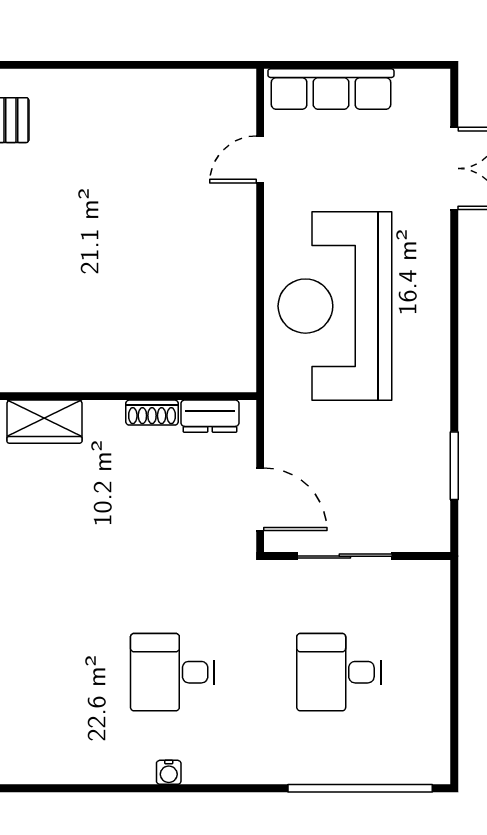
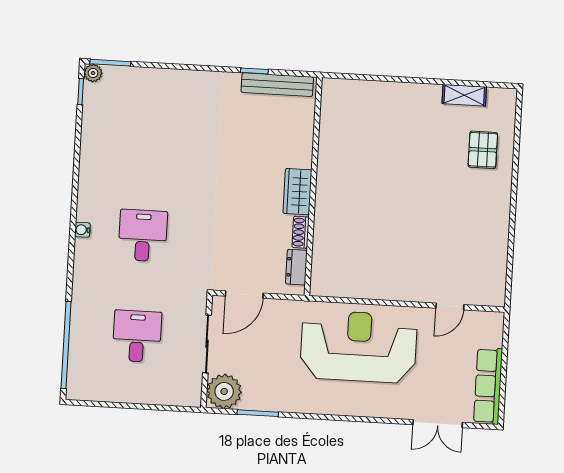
row of seats: (331, 89) -> (488, 386), moved
door: (260, 159) -> (450, 306), swing flipped
wardrobe: (44, 422) -> (297, 192), moved
plant: (422, 523) -> (224, 391), added

